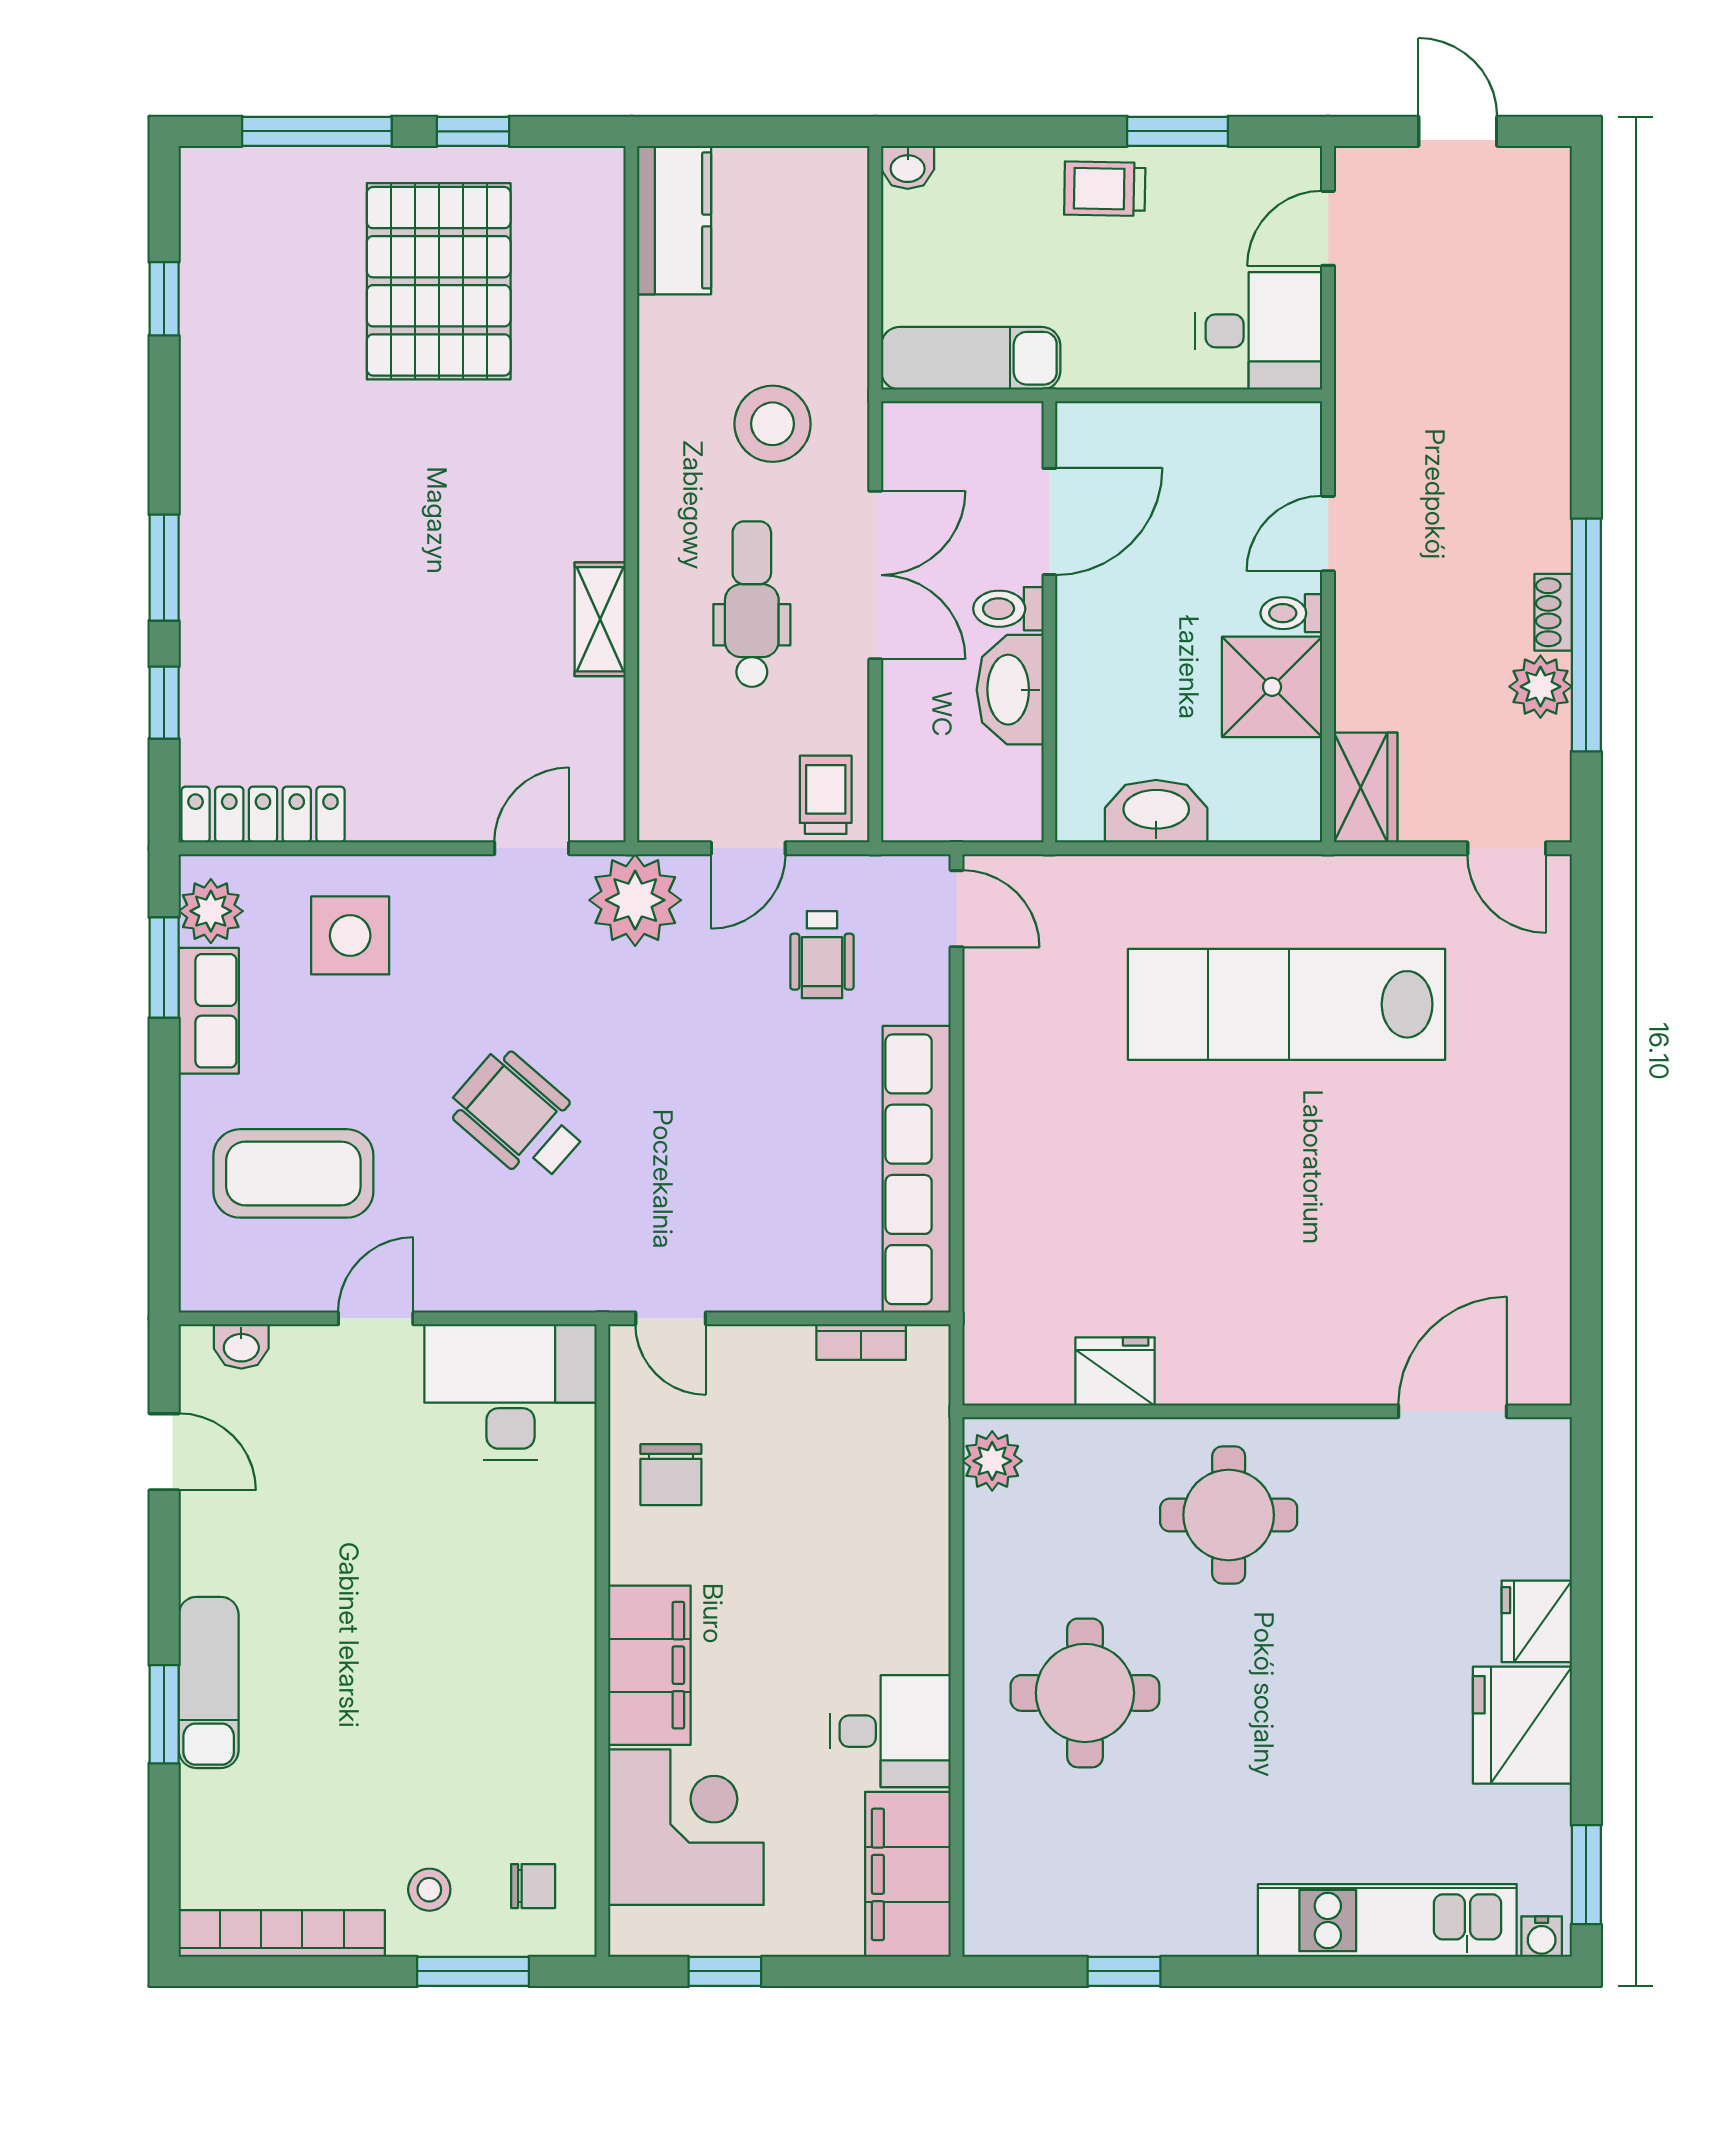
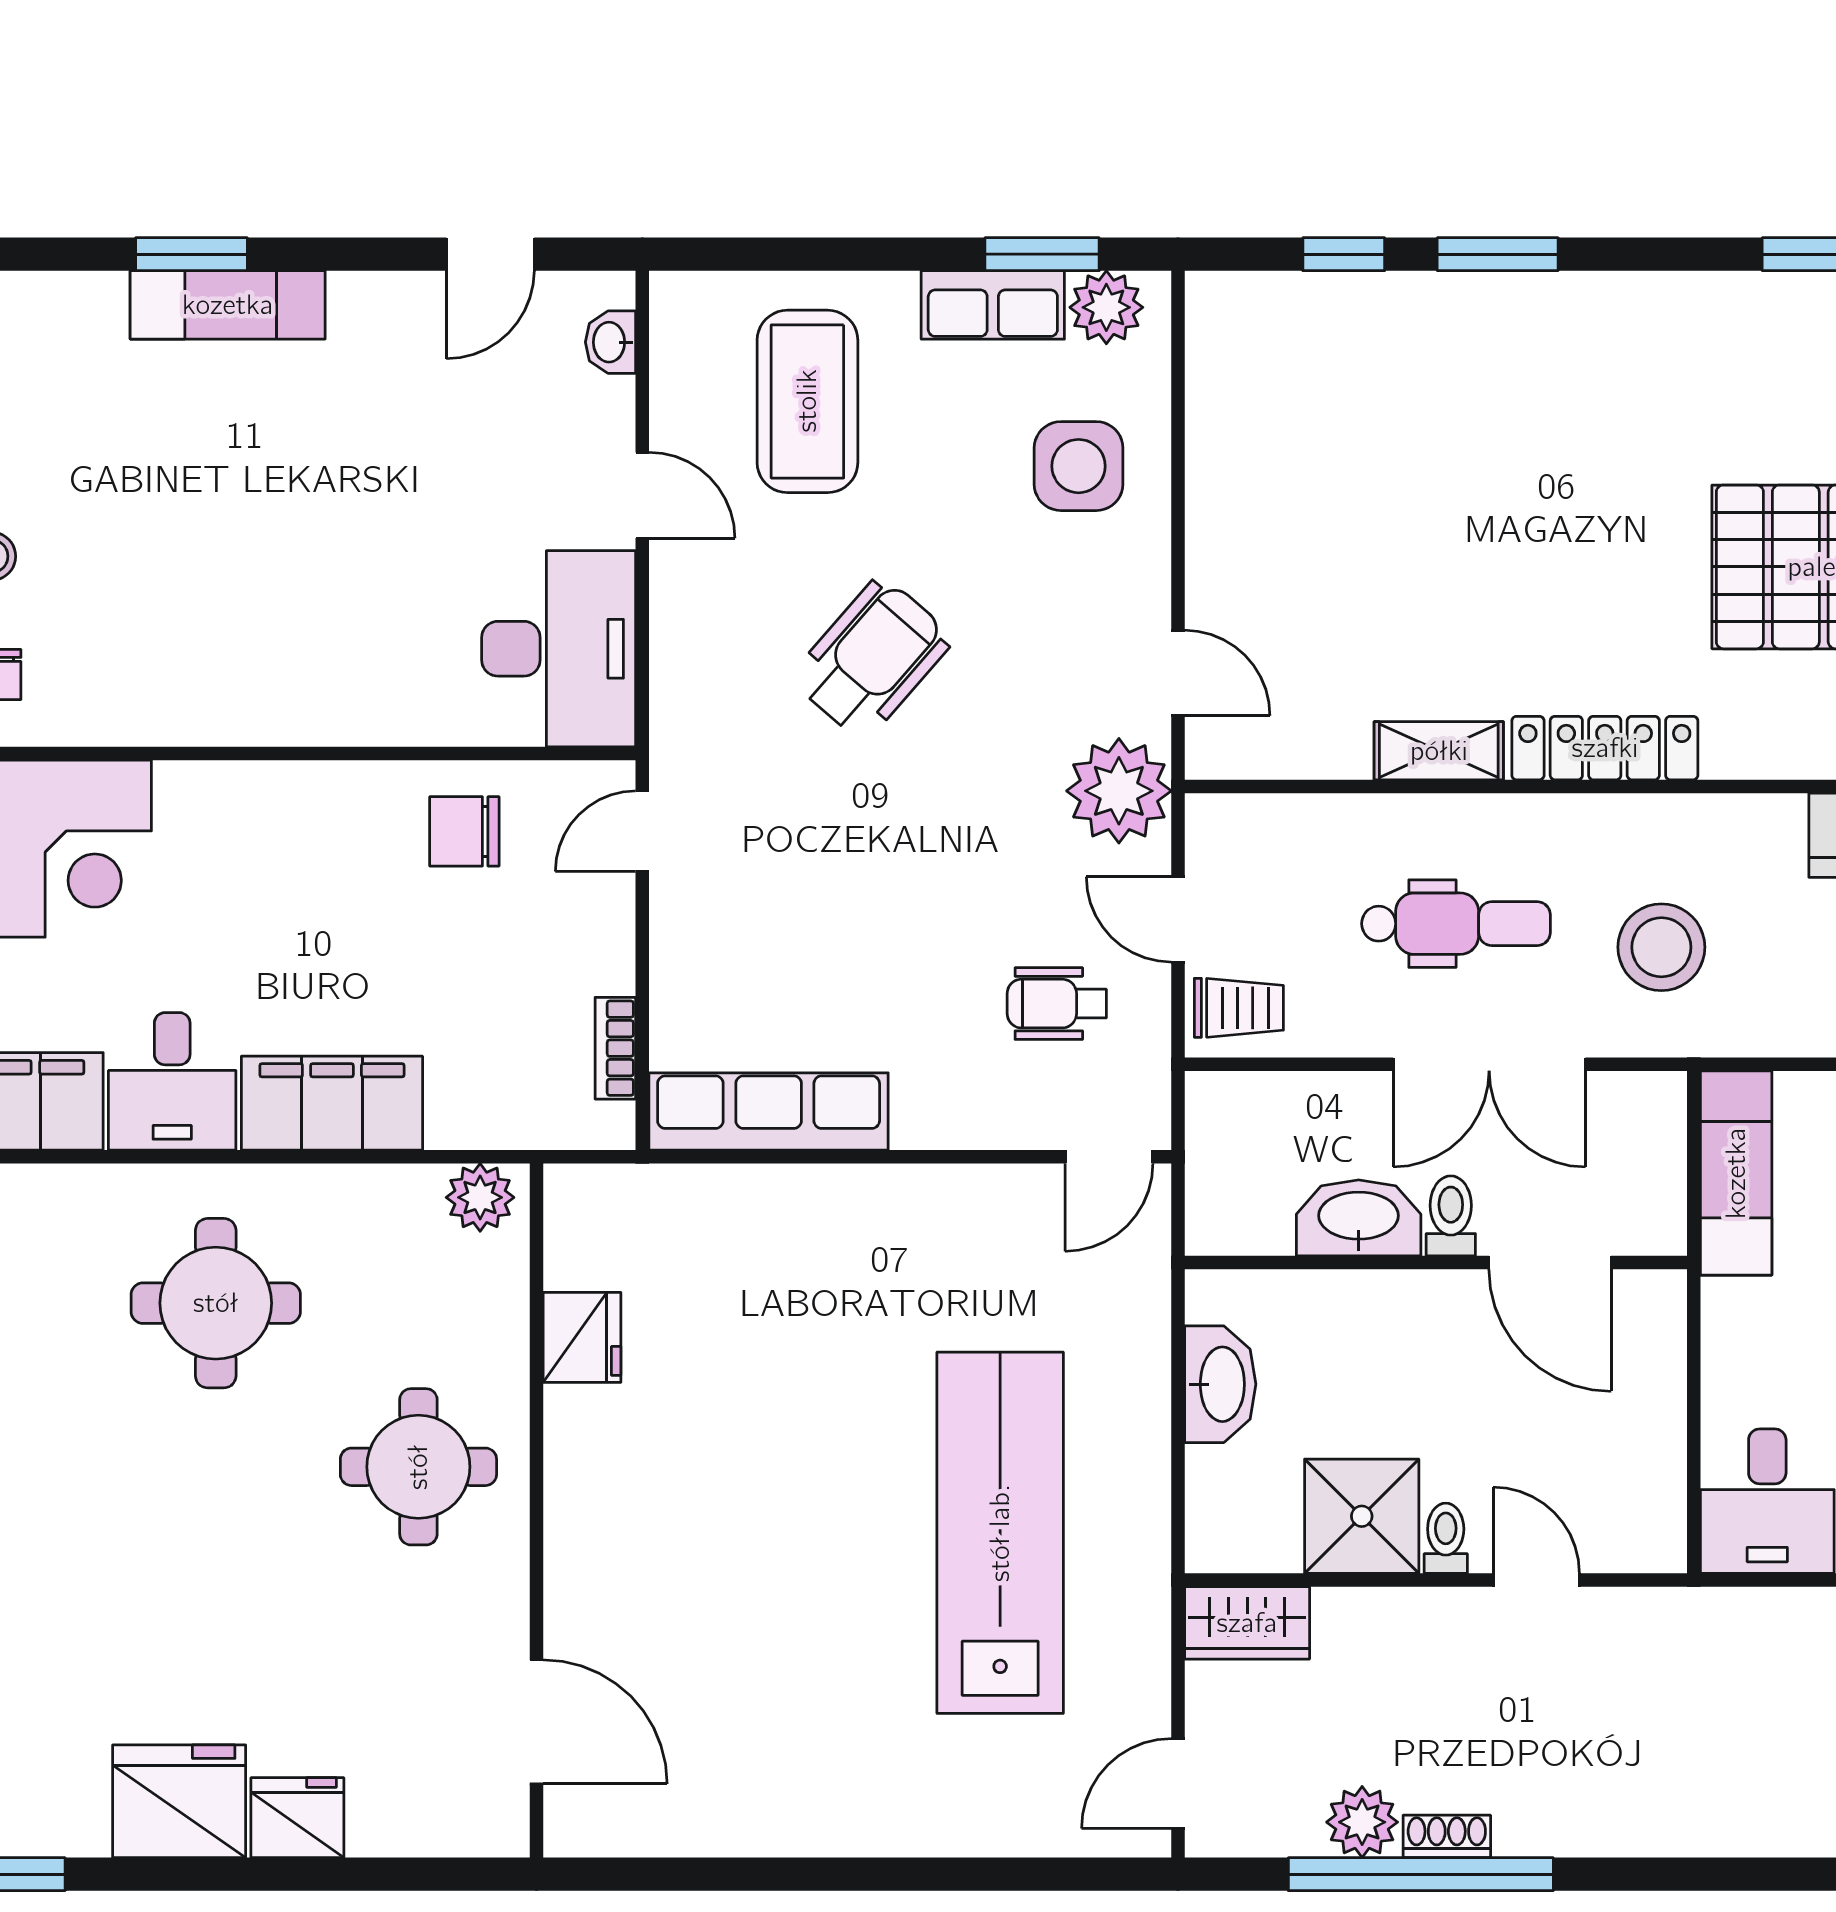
locker: (263, 814) -> (1605, 748), moved, turned -90
row of seats: (917, 1169) -> (769, 1111), width x0.73
filing cabinet: (649, 1665) -> (332, 1103), moved, turned 180

